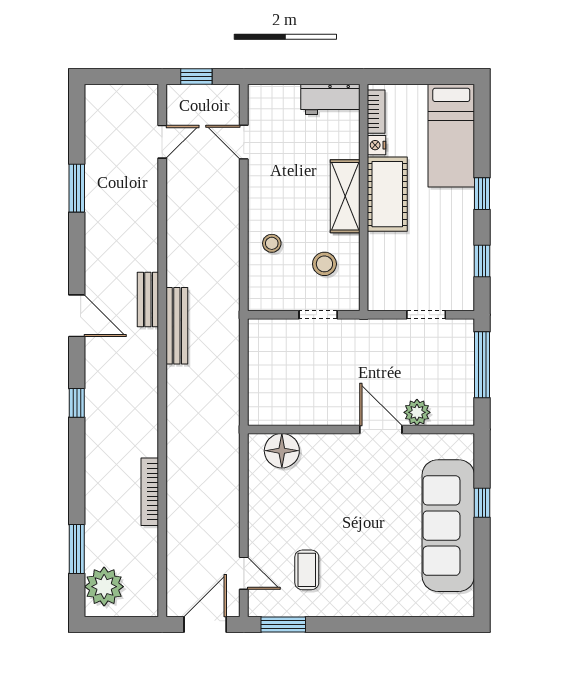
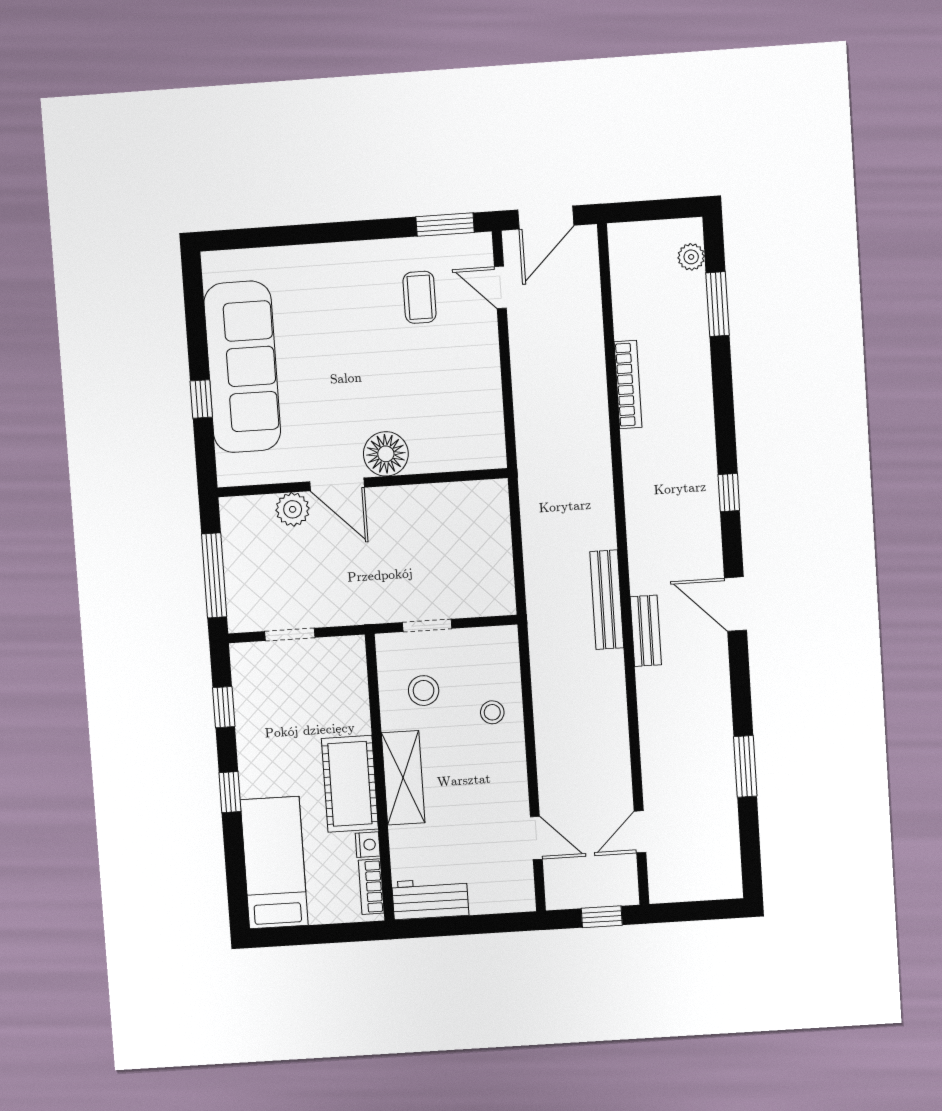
floor lamp: (282, 451) -> (386, 454), moved
plant: (104, 587) -> (691, 257), width x0.53, depth x0.53

